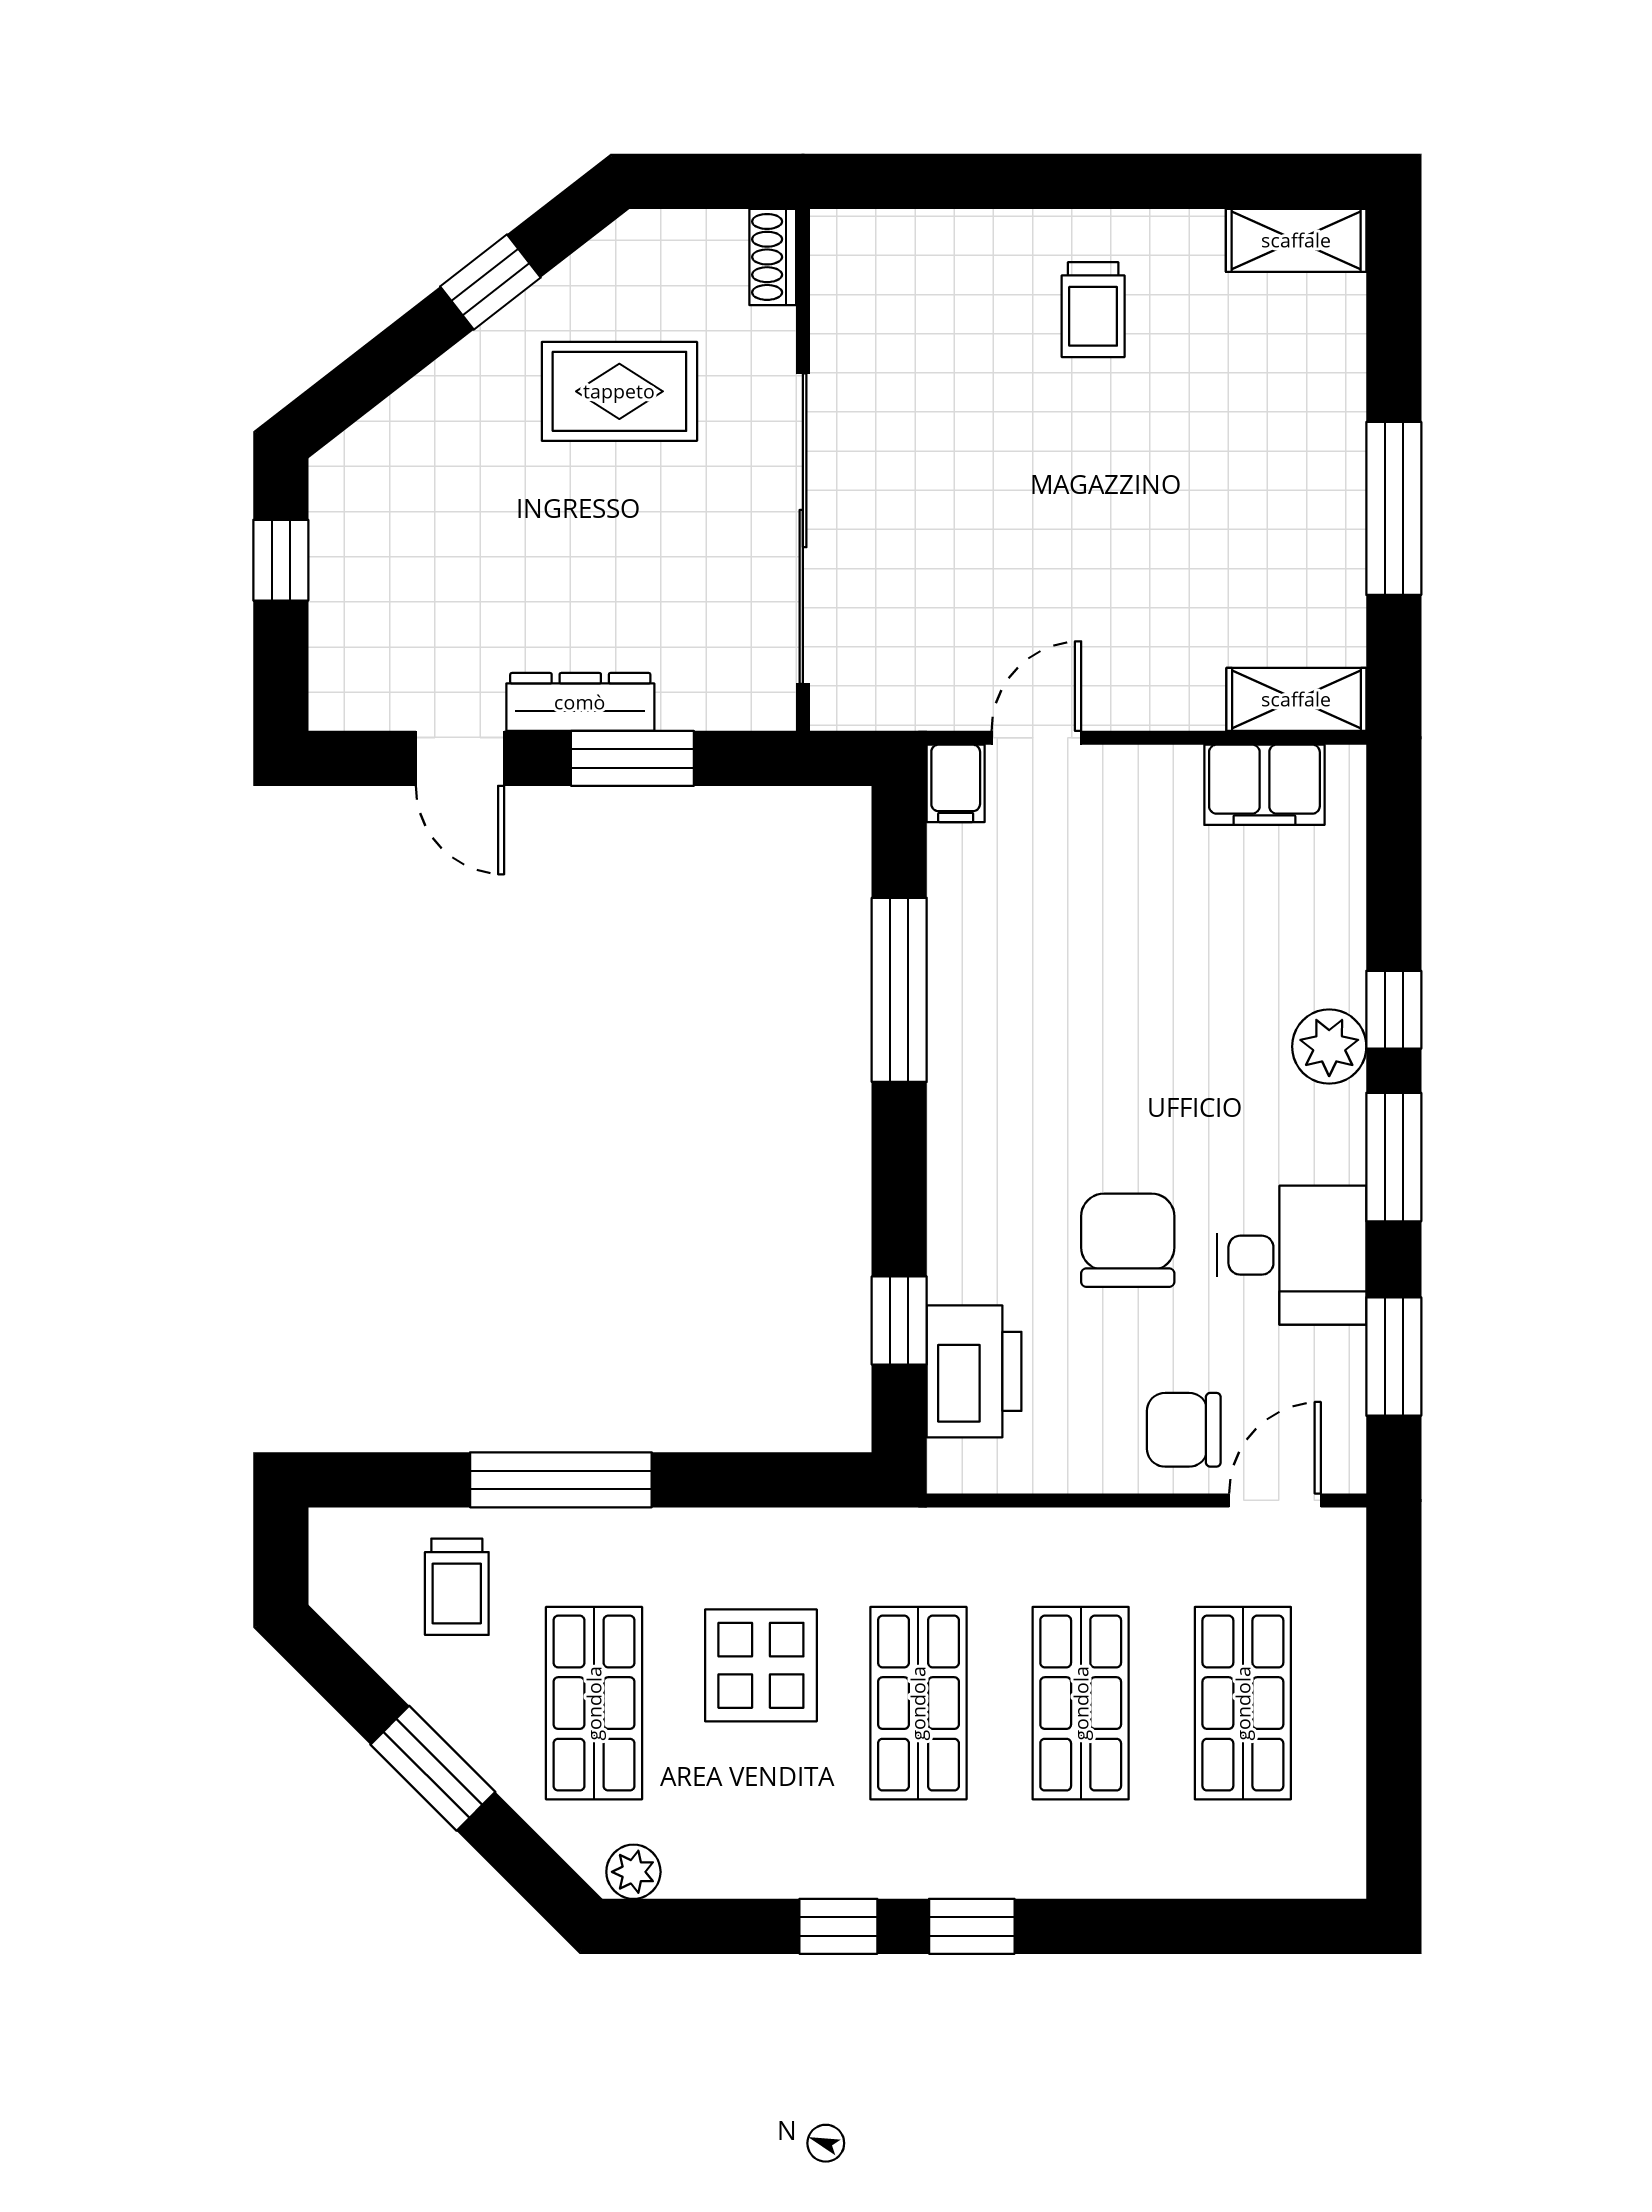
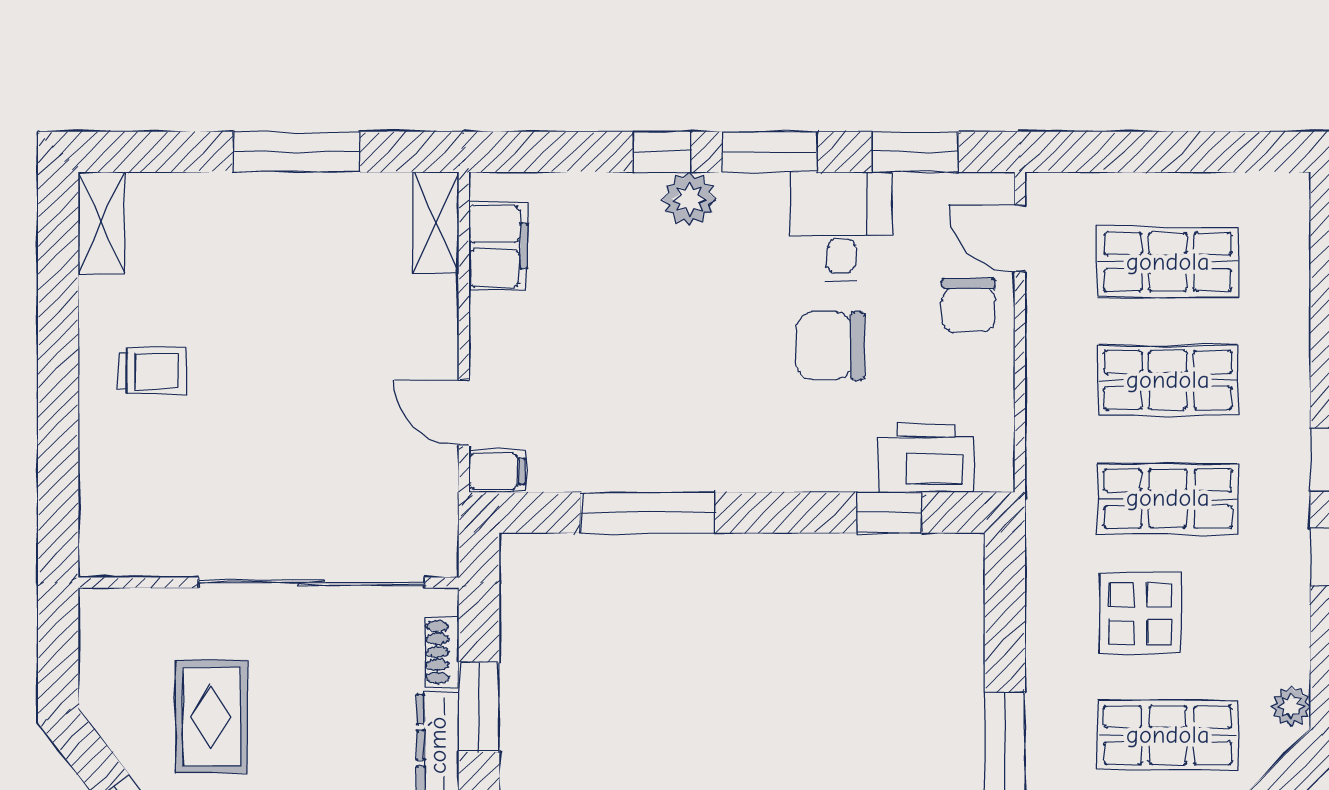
shoe rack: (773, 257) -> (442, 652), moved, turned 90

